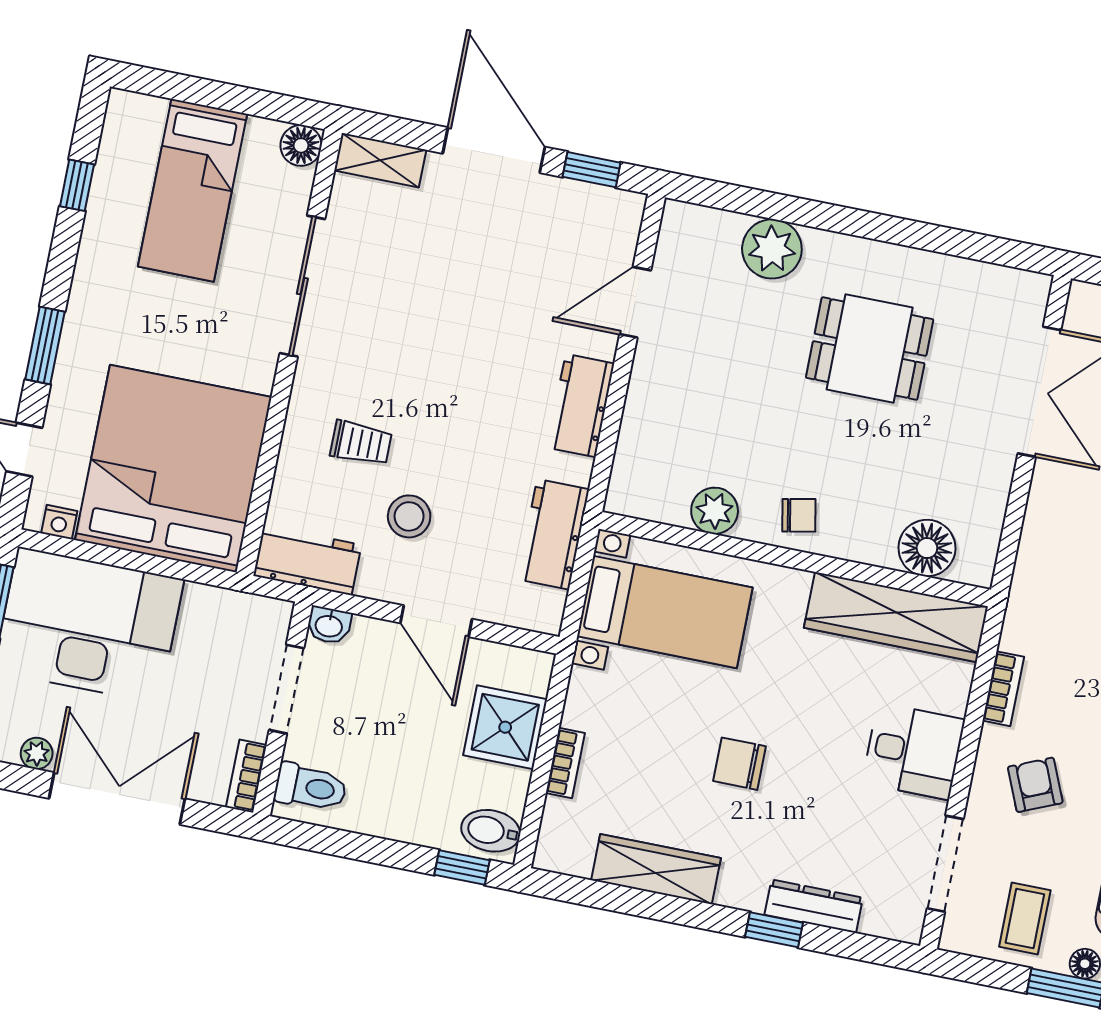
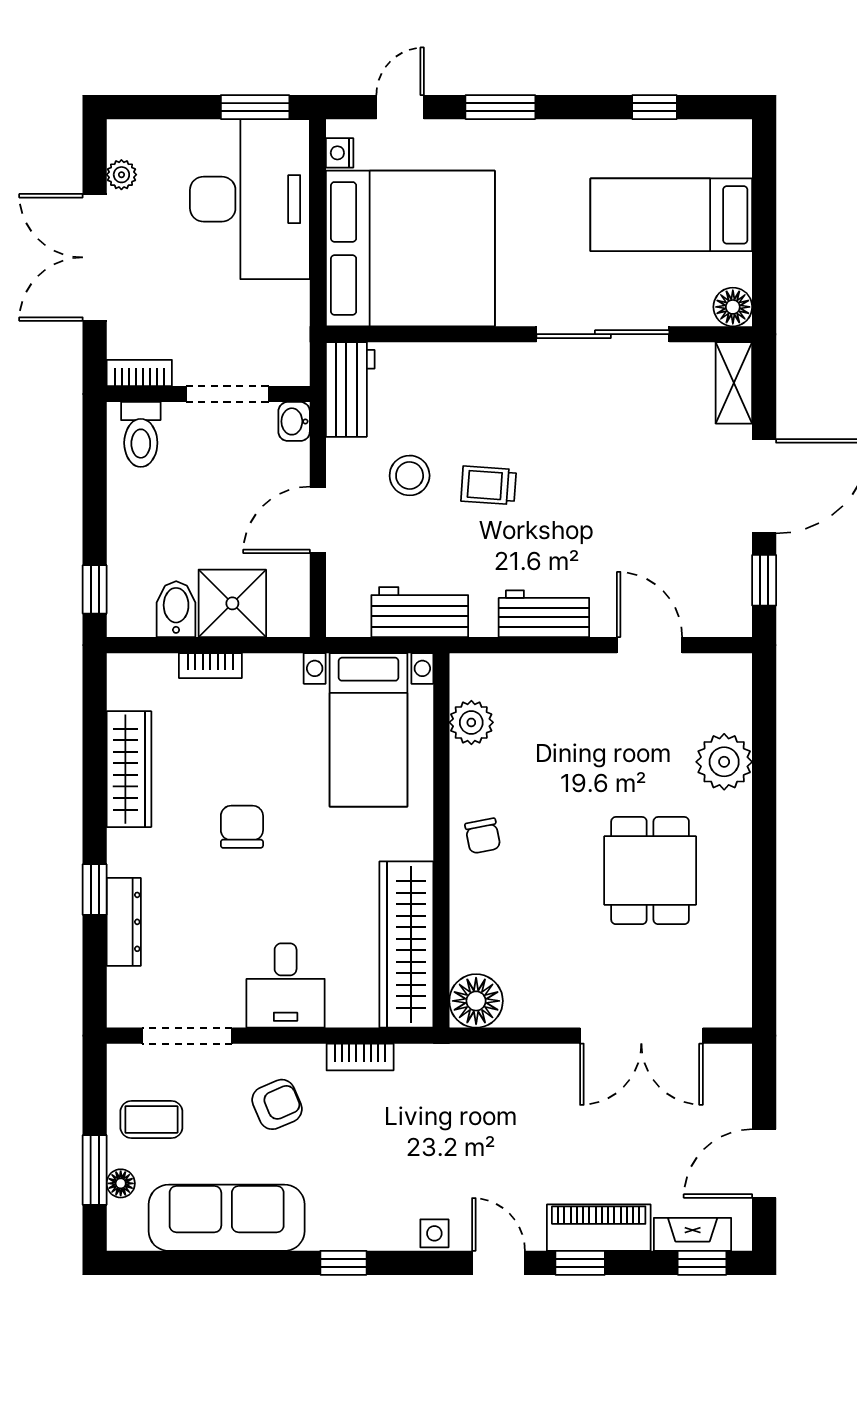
trolley: (361, 443) -> (489, 485), moved, turned 94
plant: (715, 511) -> (471, 722), moved
floor lamp: (927, 548) -> (476, 1001), moved
double door: (117, 799) -> (95, 257), swing flipped
bidet: (491, 831) -> (176, 609), moved

